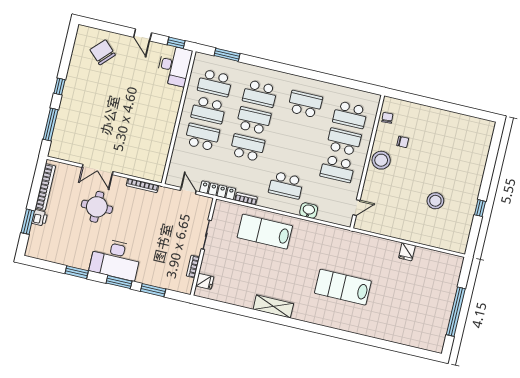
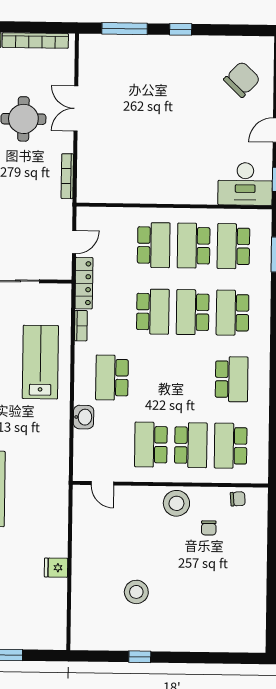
school desk: (254, 121) -> (193, 312), turned 180

